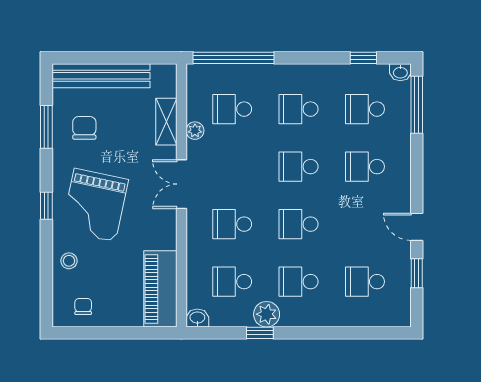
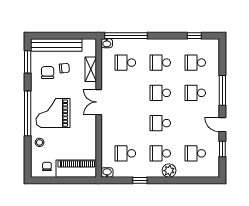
washbasin: (400, 72) -> (107, 43), moved
window: (417, 105) -> (222, 90), moved
chair: (116, 120) -> (64, 68), added
window: (46, 127) -> (28, 62), moved
plant: (195, 131) -> (106, 74), removed
grand piano: (95, 205) -> (53, 113), turned 78
window: (46, 206) -> (28, 113), width x3.17
school desk: (232, 224) -> (125, 123), removed
piano: (160, 289) -> (76, 169), moved, turned 90
plant: (267, 314) -> (169, 171), moved

